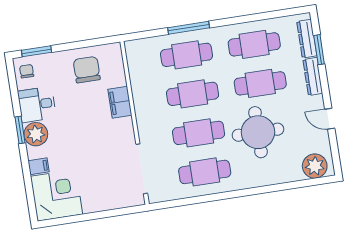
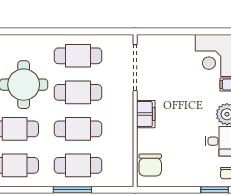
chair: (87, 70) -> (150, 165), moved
filing cabinet: (120, 102) -> (146, 114), moved

